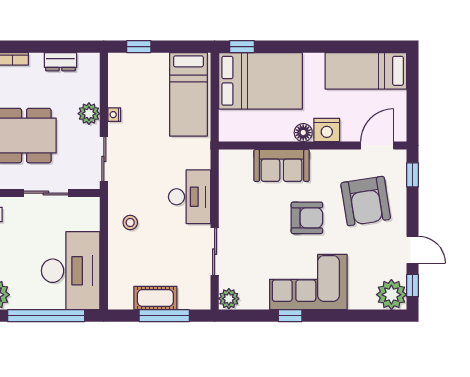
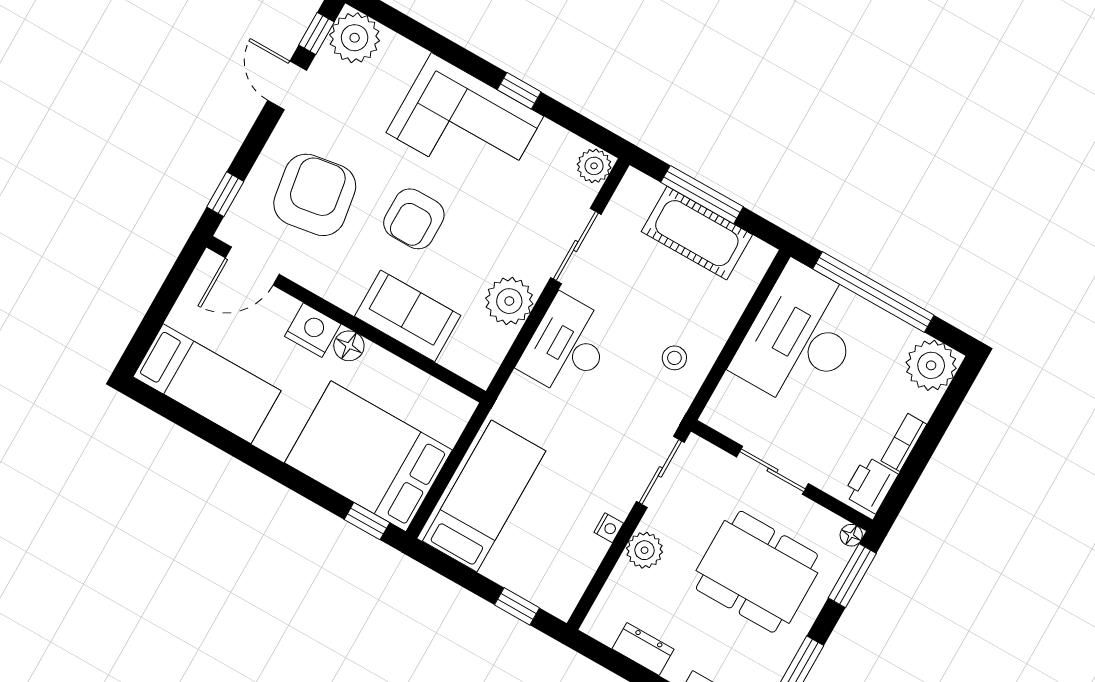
plant: (233, 203) -> (509, 301), added
armchair: (307, 218) -> (414, 219), turned -90
cot: (155, 298) -> (697, 233), width x1.37, depth x1.34

